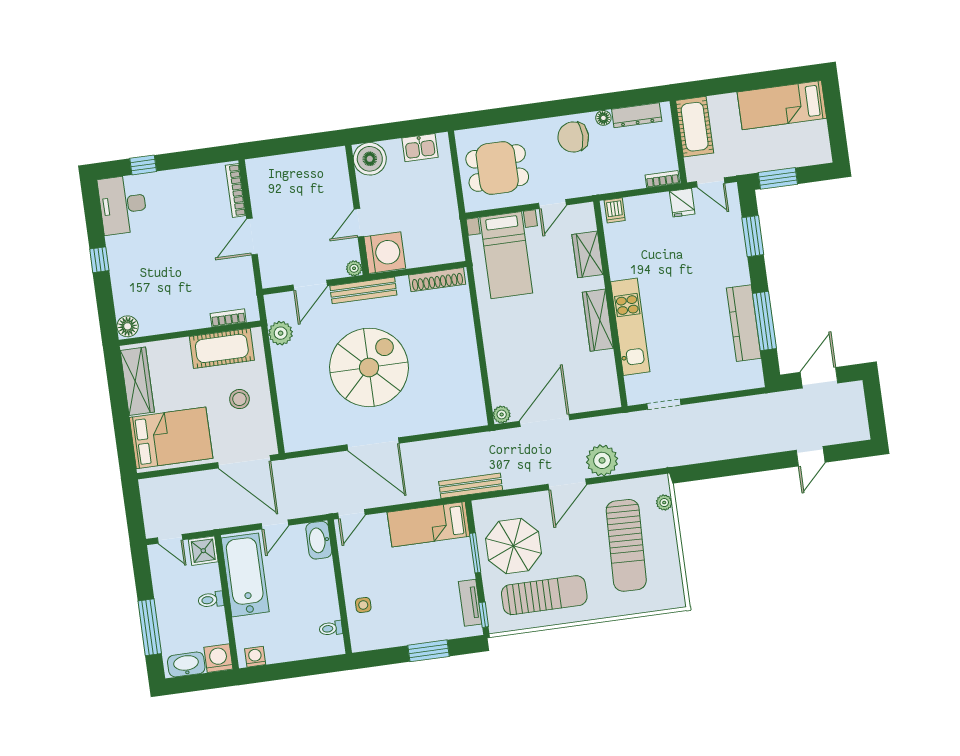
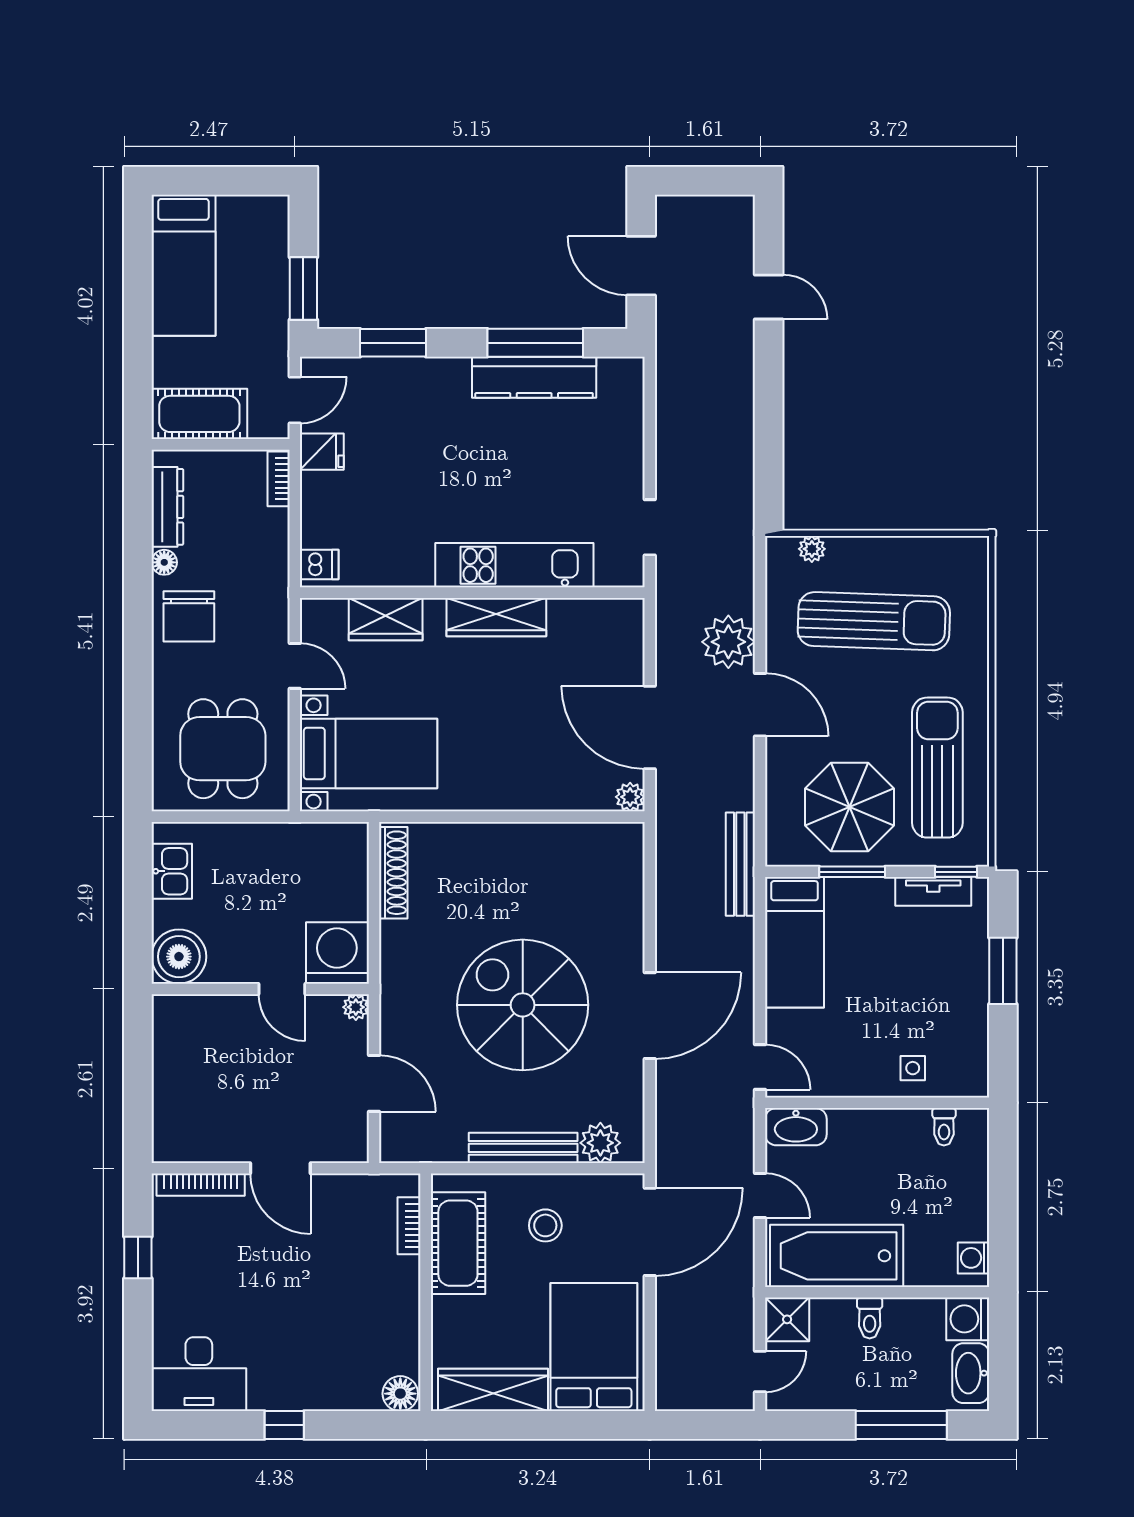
window: (143, 165) -> (138, 1258), moved
bench: (363, 290) -> (523, 1148), moved, turned 90
plant: (281, 333) -> (600, 1143), moved

